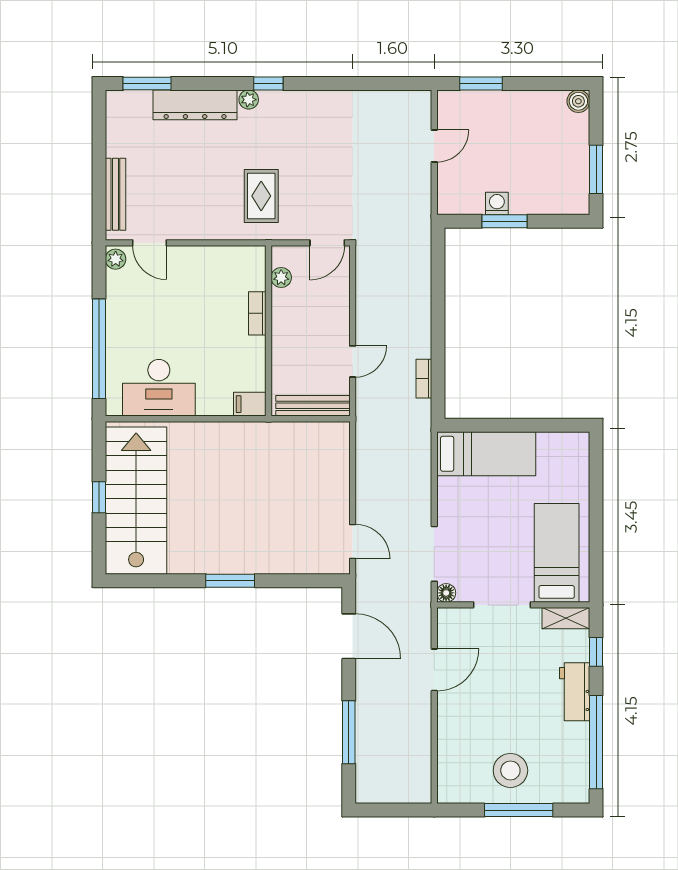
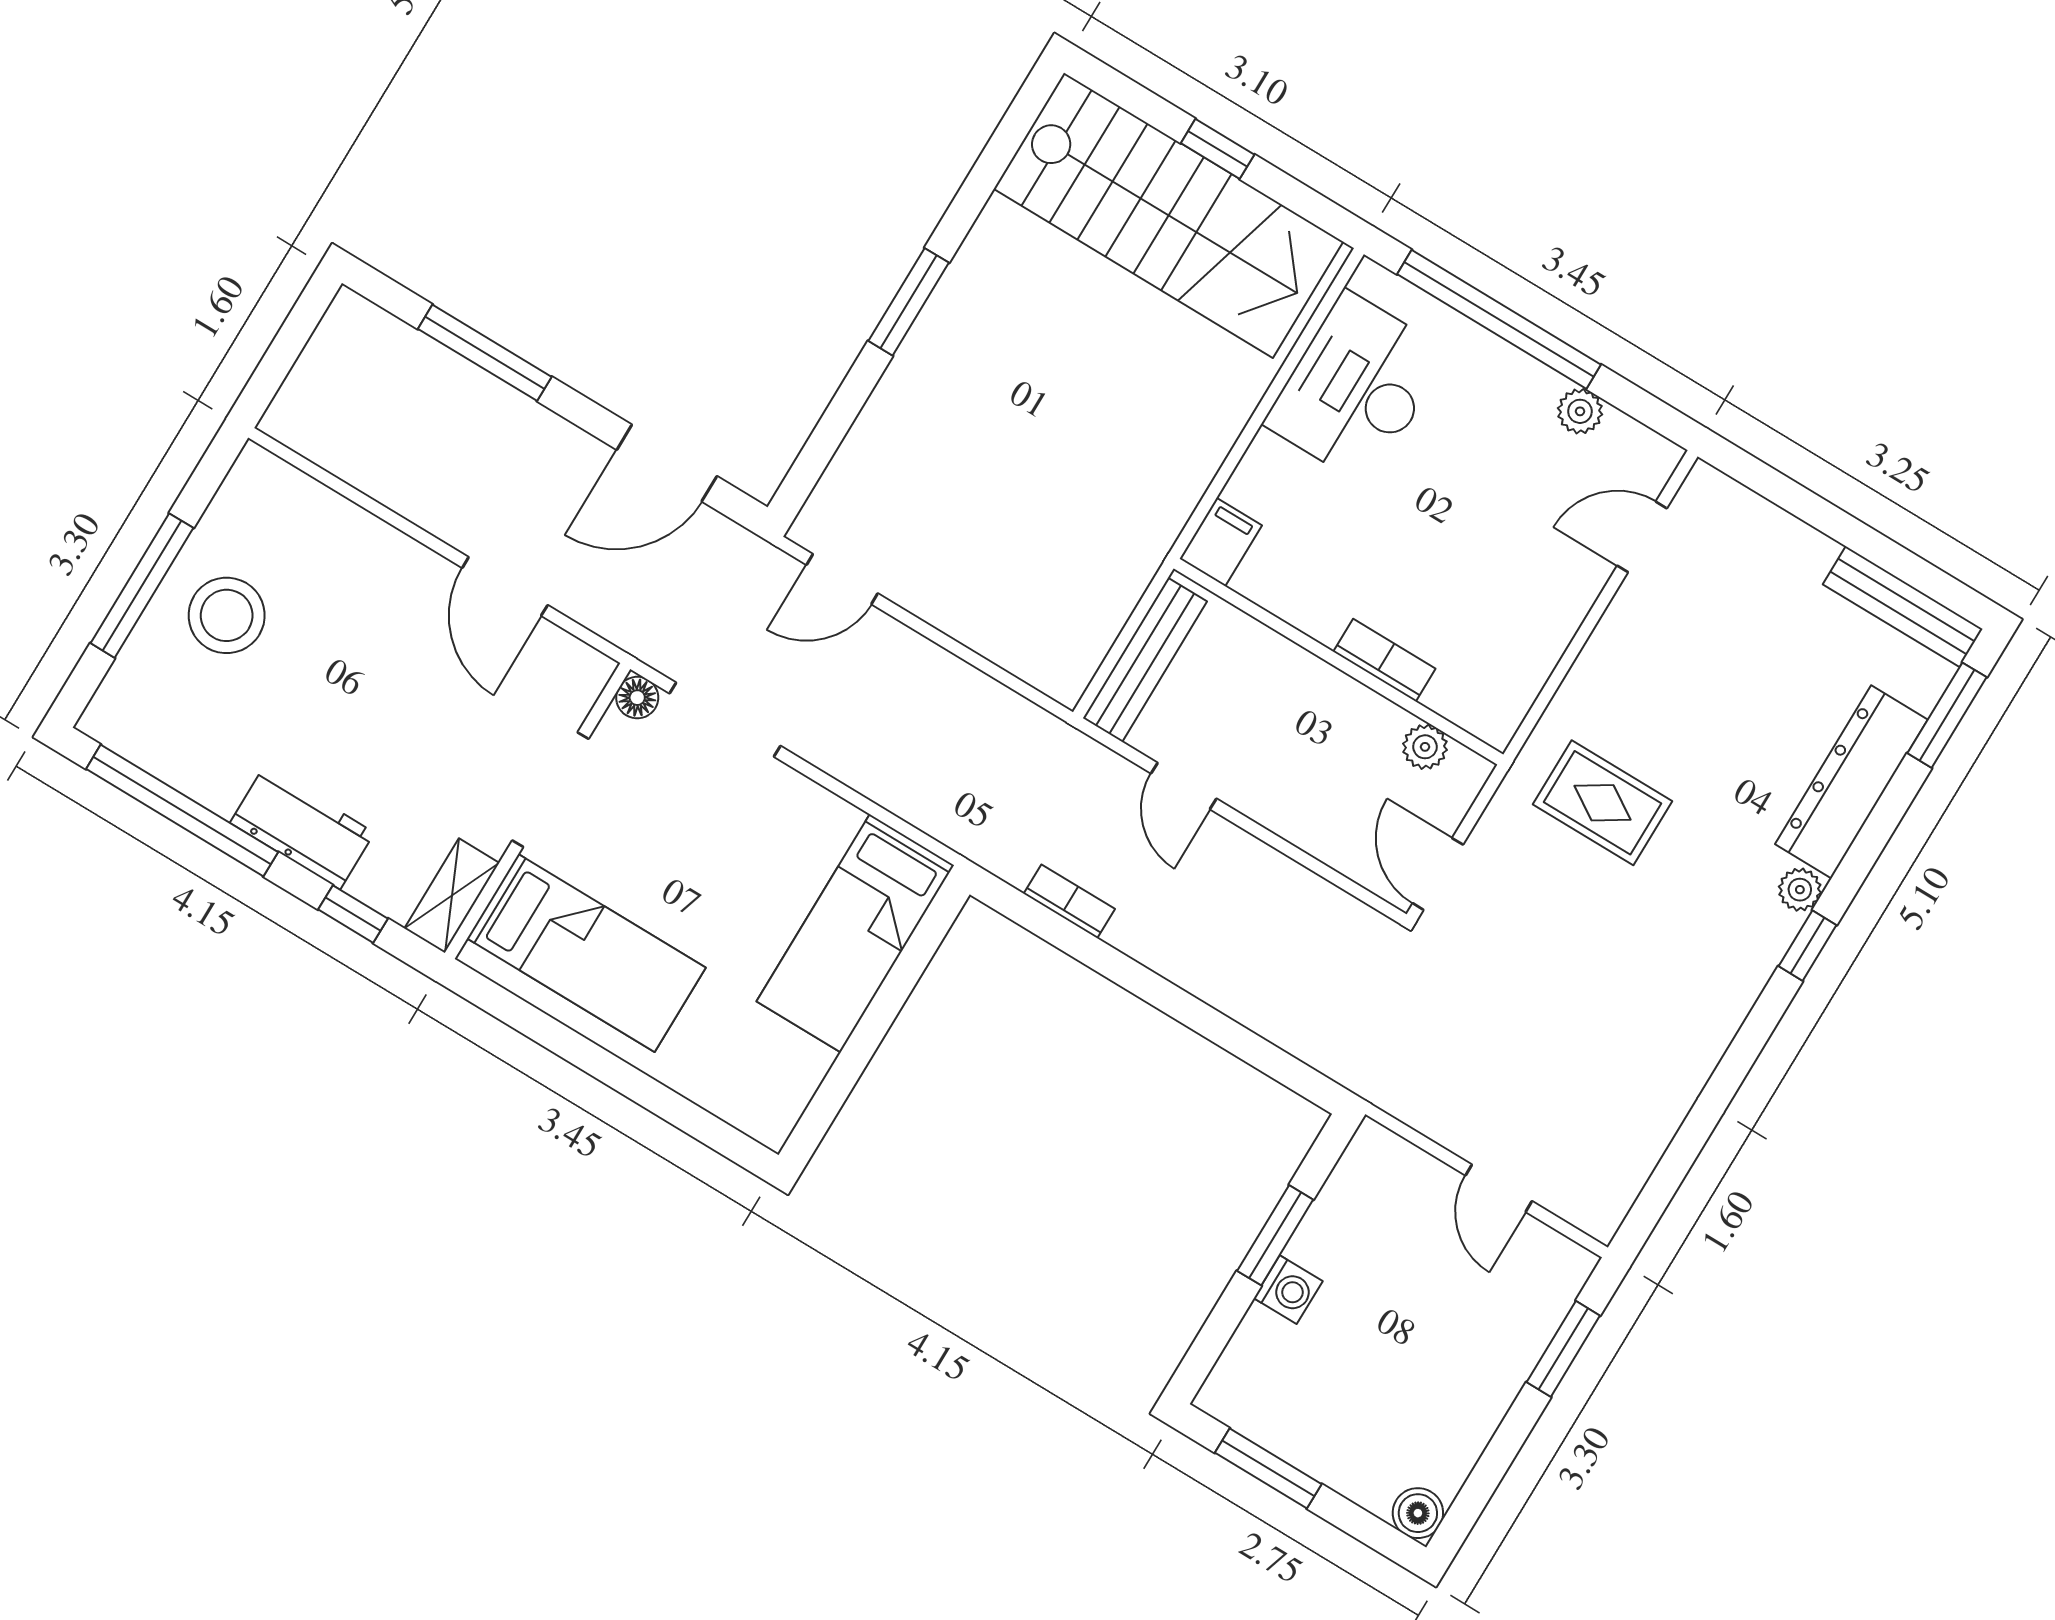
bench: (115, 194) -> (1903, 607), moved
washing machine: (497, 203) -> (1288, 1290), moved
plant: (116, 259) -> (1580, 411), moved

